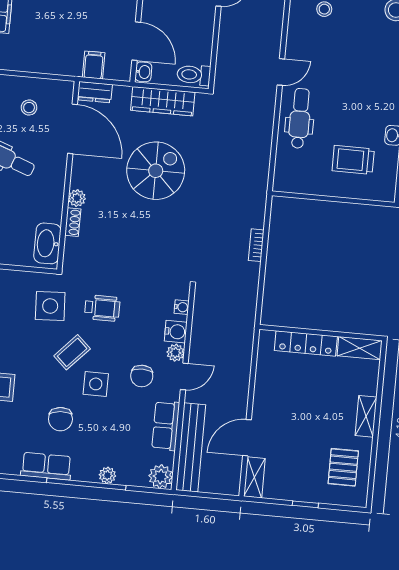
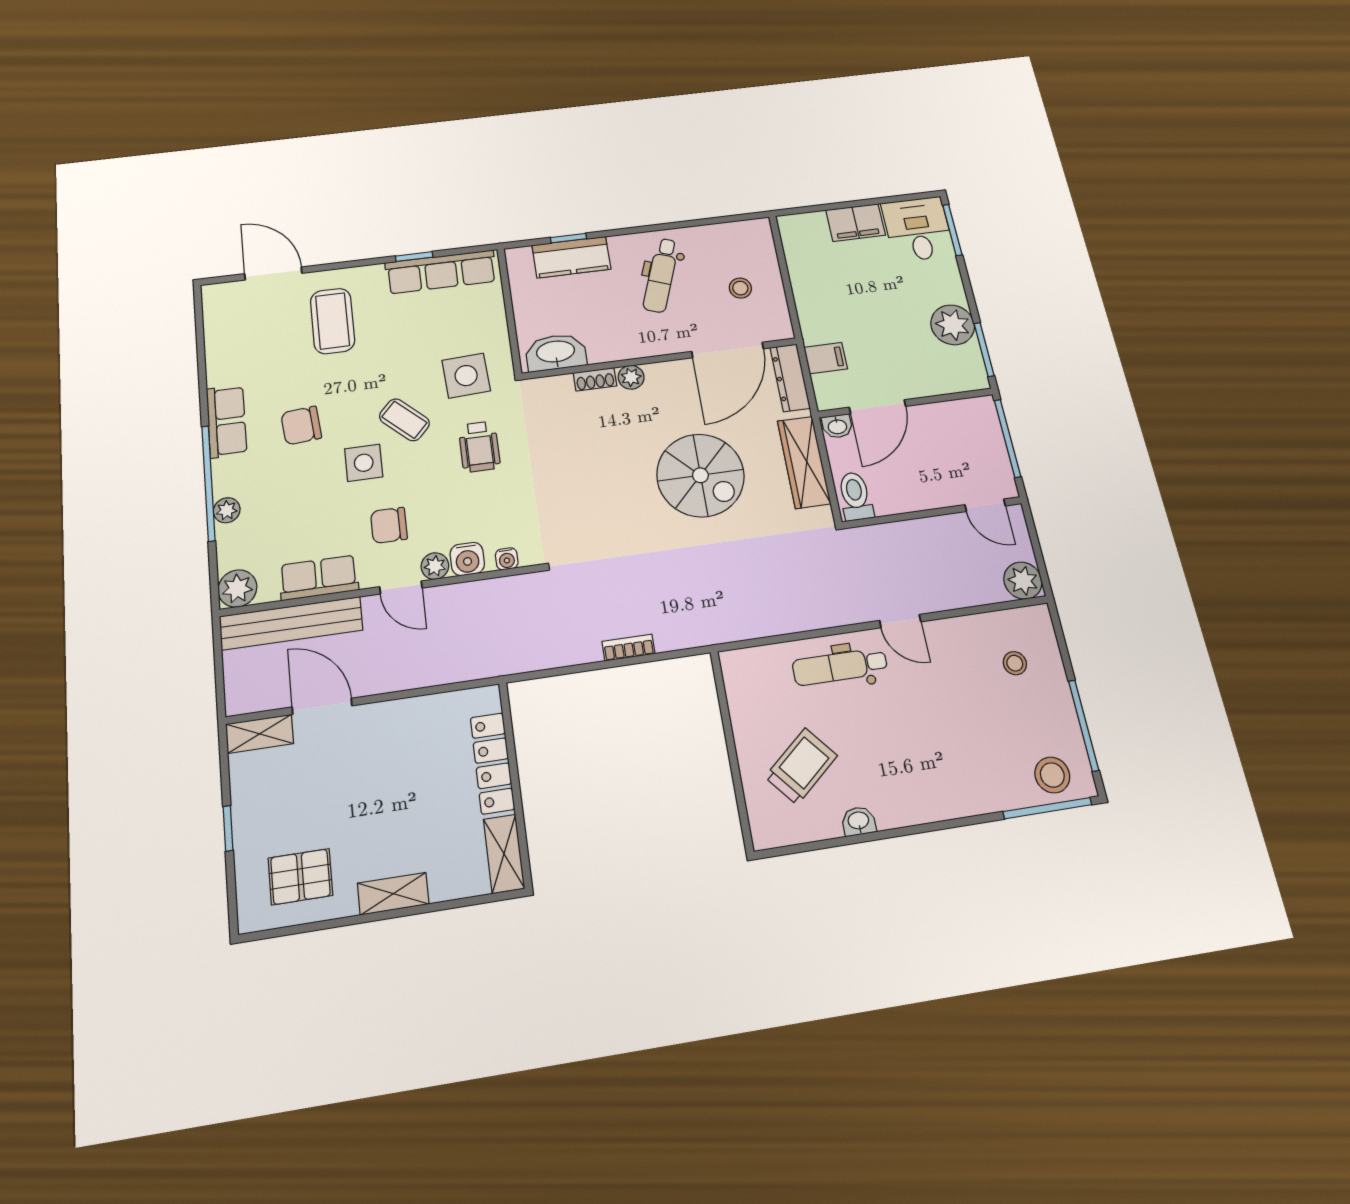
dresser: (95, 92) -> (790, 378), width x1.44
dental chair: (300, 118) -> (840, 667), turned 180
trolley: (353, 160) -> (801, 766), turned 50

